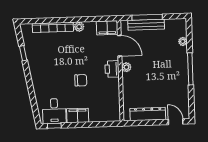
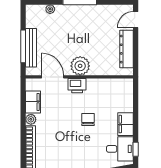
filing cabinet: (107, 28) -> (33, 102), moved
door: (120, 46) -> (53, 77), hinge flipped
plant: (126, 67) -> (80, 66), width x1.88, depth x1.88

